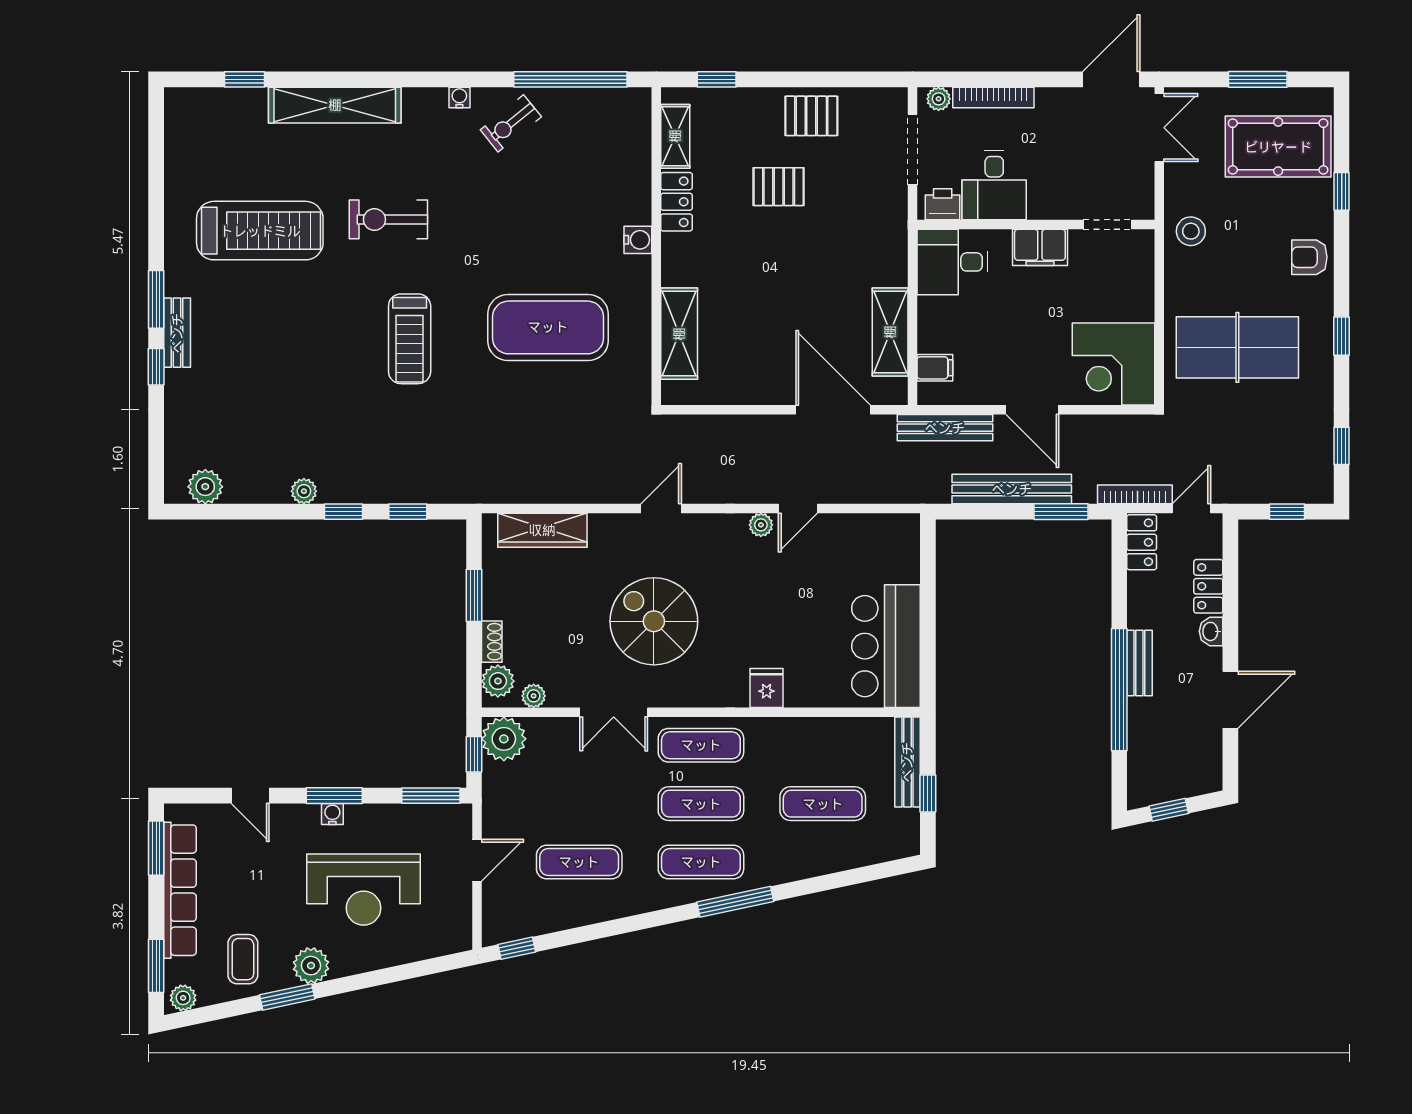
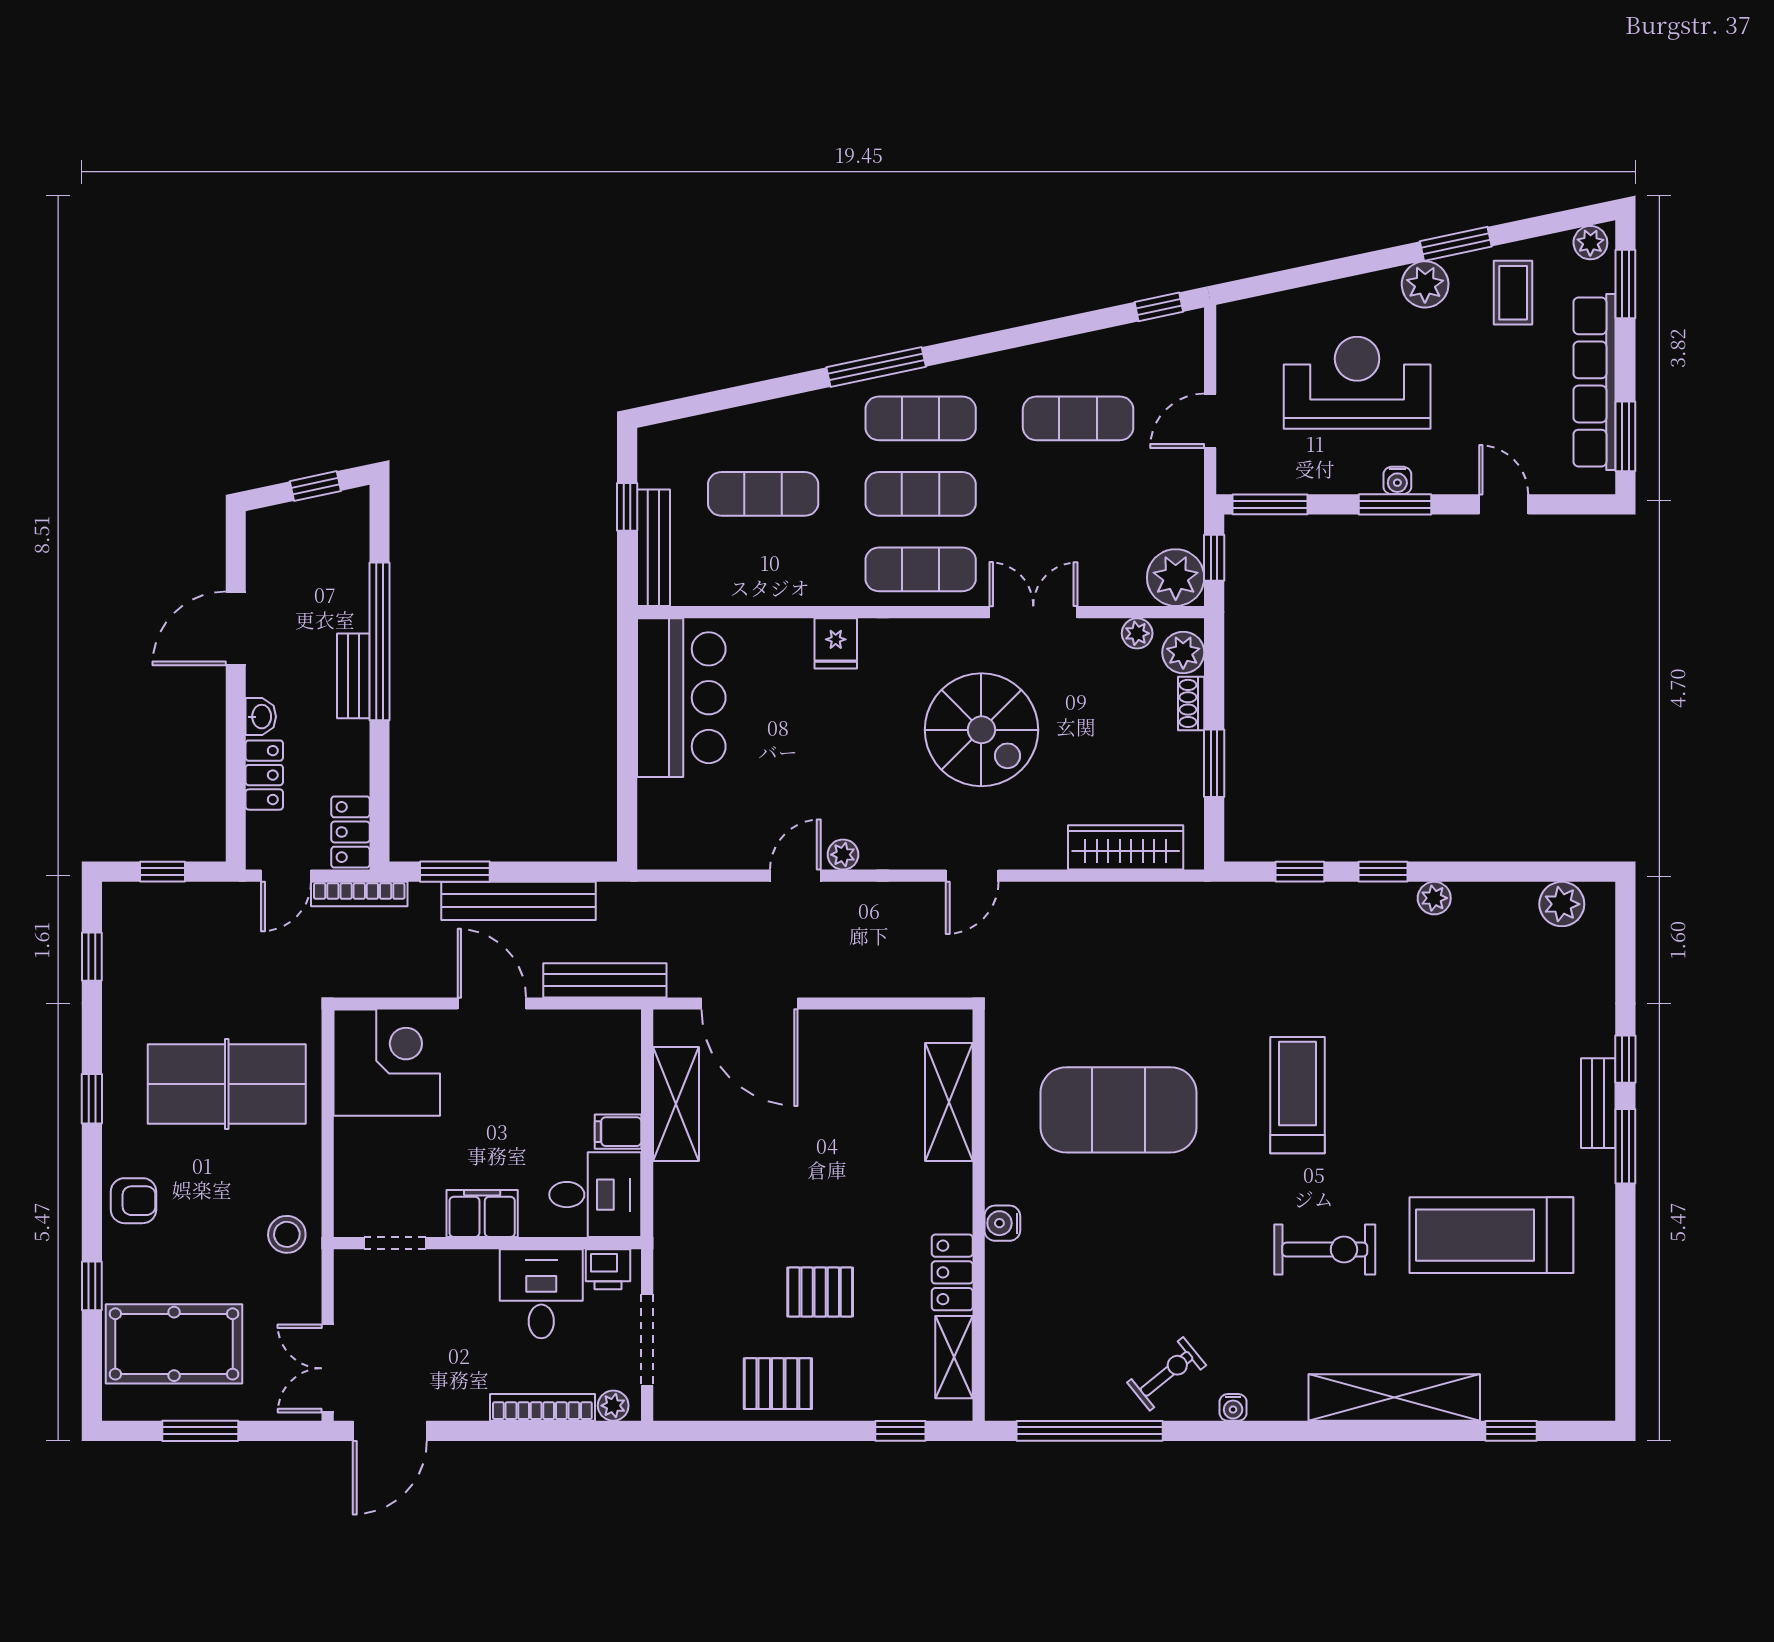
filing cabinet: (935, 368) -> (618, 1132), moved

